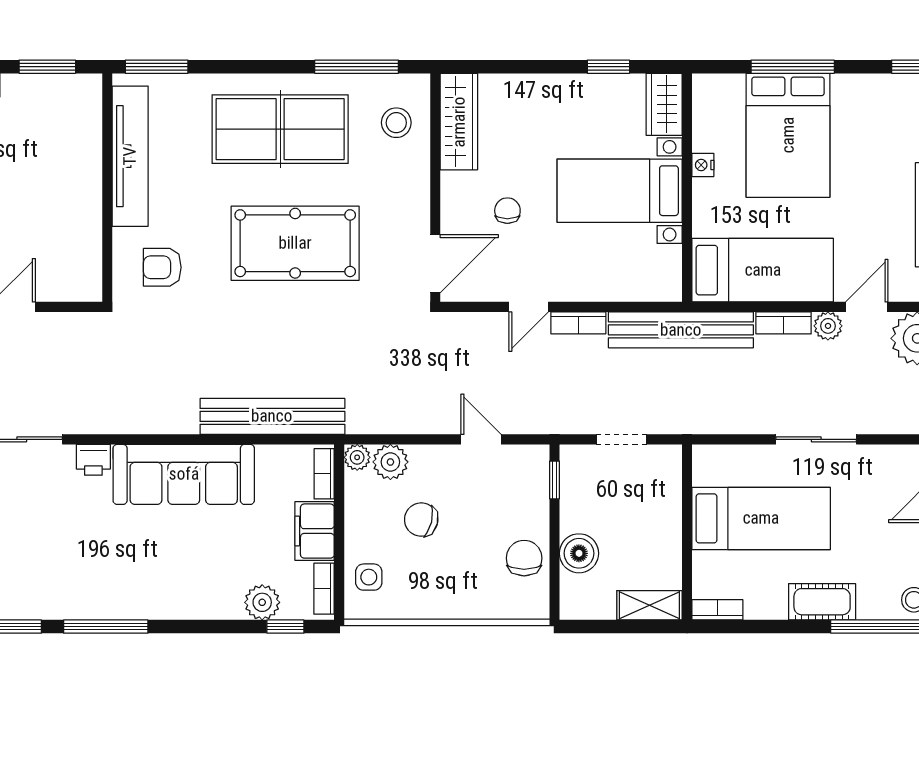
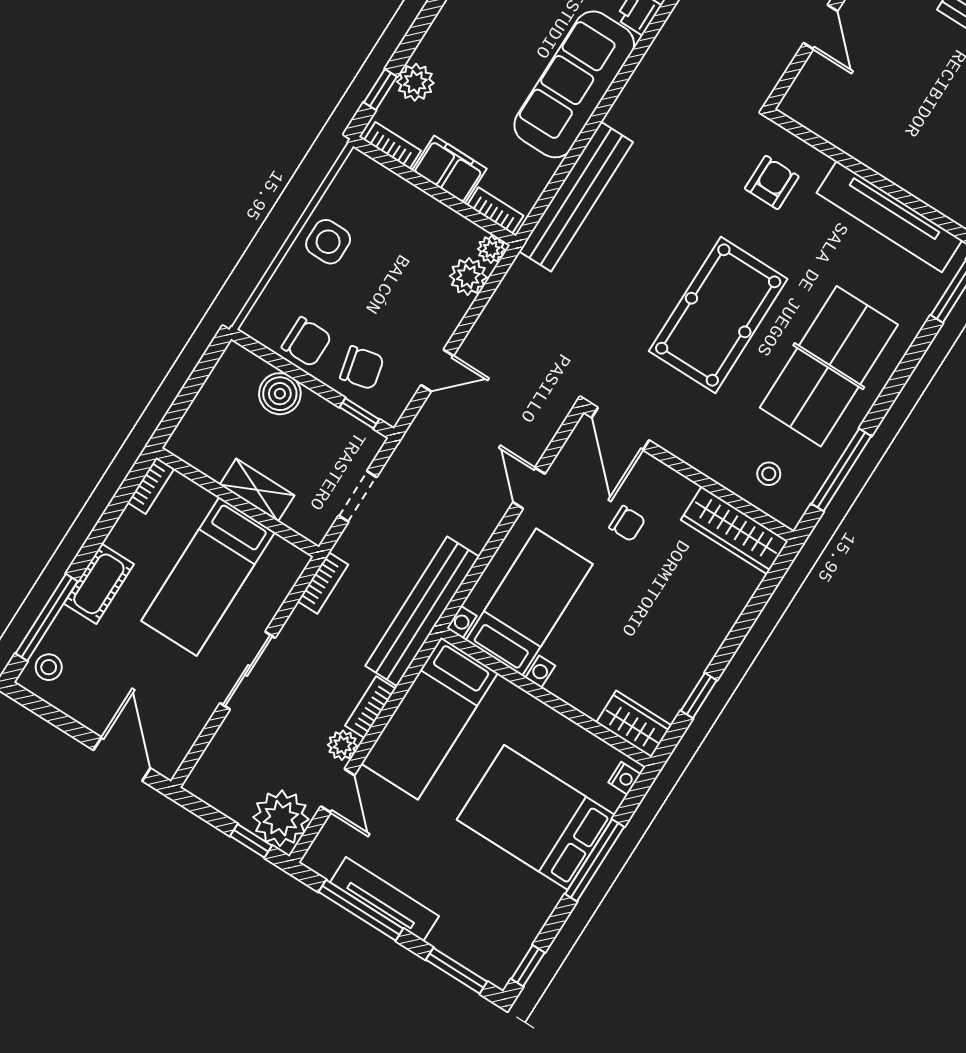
stool: (396, 123) -> (769, 474), width x0.73, depth x0.73
nightstand: (703, 165) -> (624, 778), moved, turned 90
bed with nightstands: (620, 191) -> (529, 602), moved
bookcase: (578, 323) -> (323, 583), moved, turned 180
chair: (421, 520) -> (362, 368), moved, turned 63
side table: (369, 577) -> (328, 242), moved, width x1.37, depth x1.37
shelving: (649, 605) -> (257, 490), moved, turned 90

